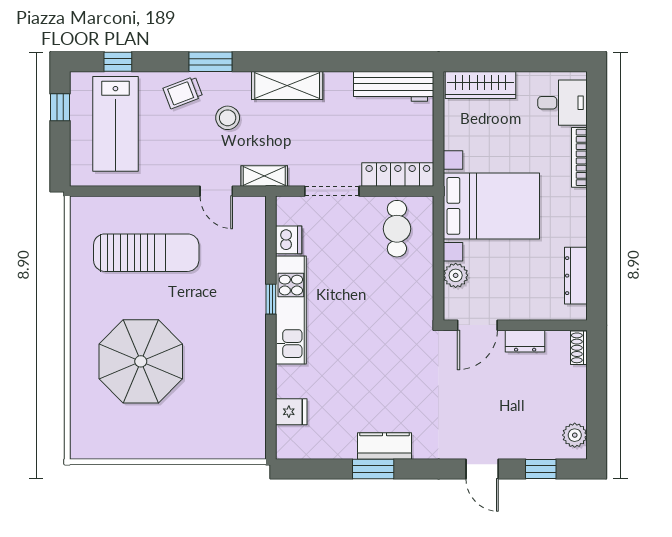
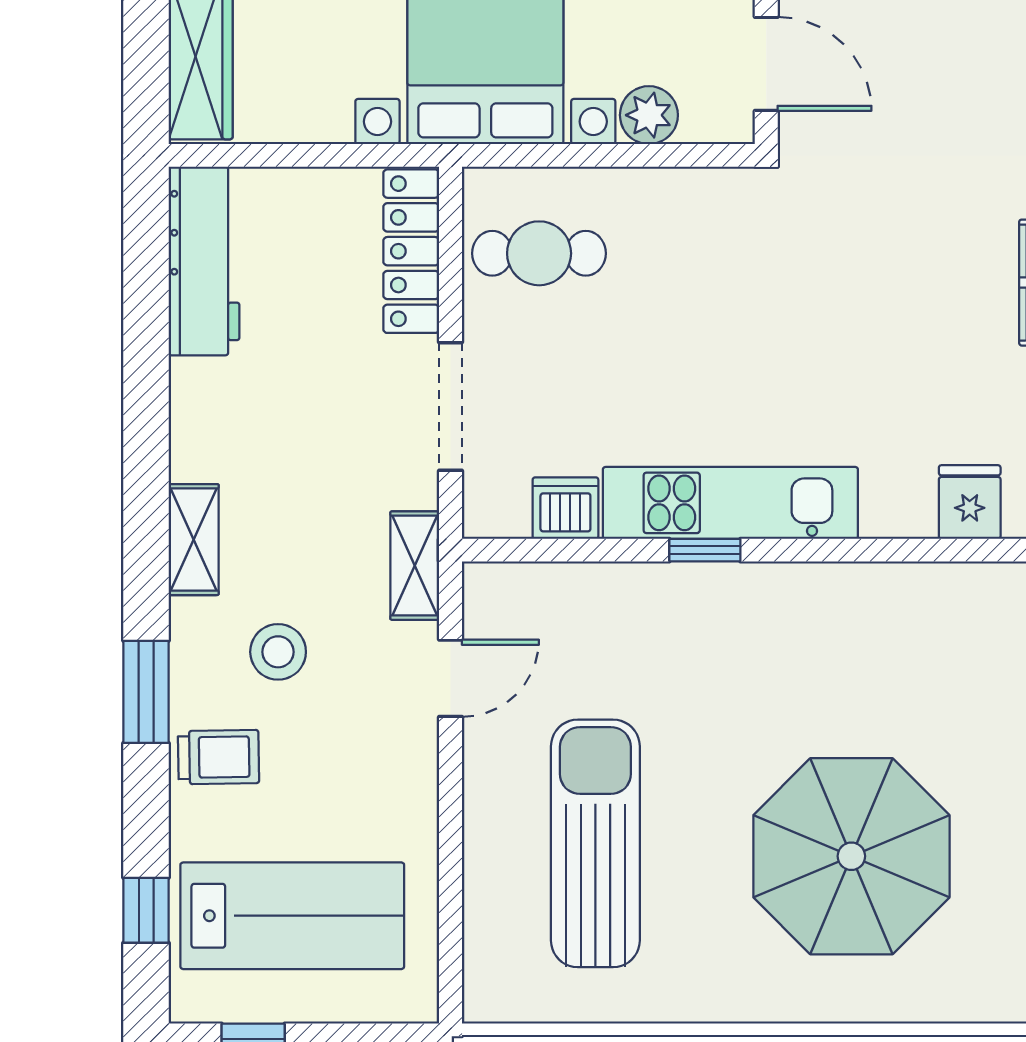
shelving: (287, 85) -> (194, 540), width x0.67, depth x0.75
trolley: (183, 93) -> (218, 757), turned -70

